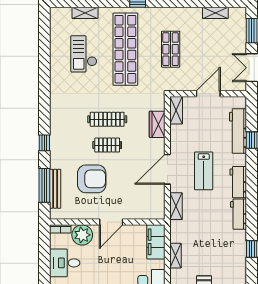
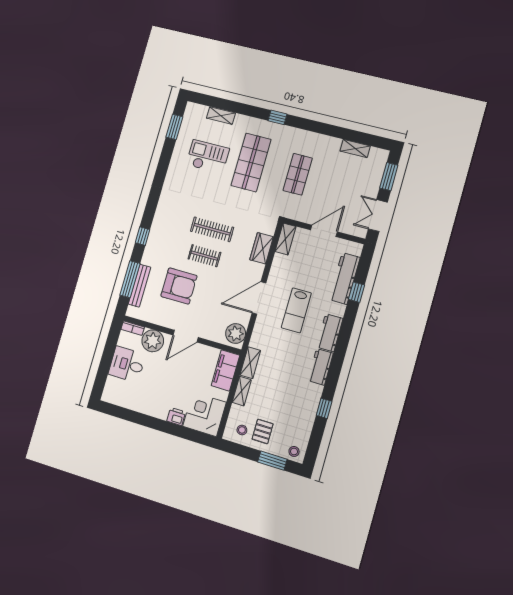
window: (44, 34) -> (174, 127), added
shop shelf: (125, 49) -> (251, 162), width x0.71
checkout: (84, 54) -> (208, 157), turned 90
shelving: (176, 206) -> (250, 363), moved
plant: (156, 207) -> (236, 333), added

